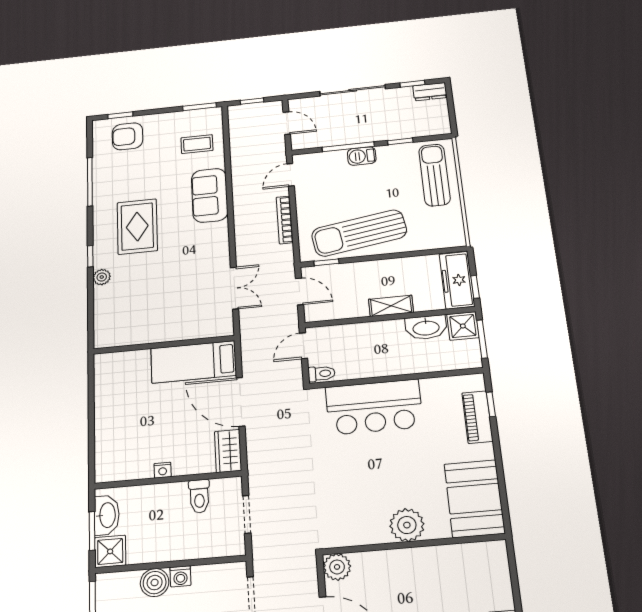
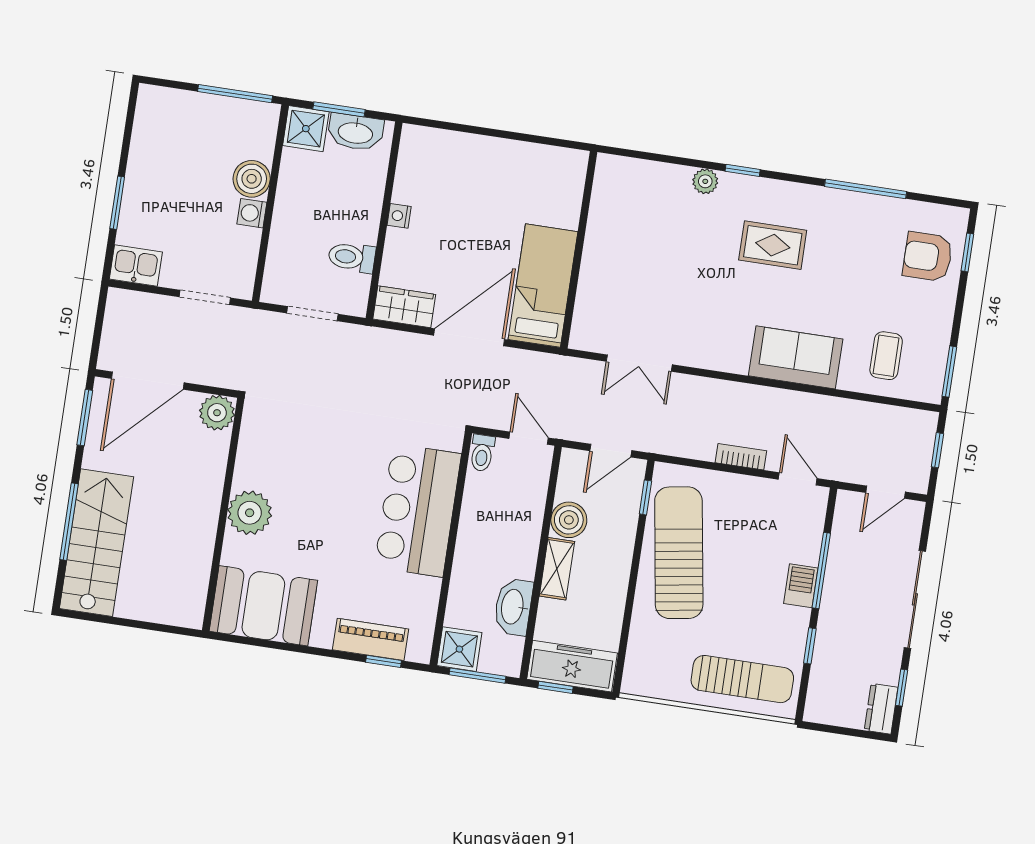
armchair: (127, 136) -> (928, 257), turned -90
bookcase: (285, 220) -> (741, 457), width x0.64
rug: (137, 226) -> (773, 245), width x0.73, depth x0.70
boiler: (355, 306) -> (569, 520), added
shower: (463, 326) -> (459, 649), moved

